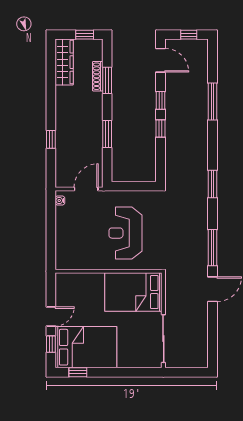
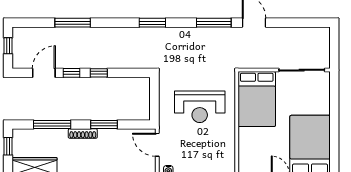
door: (161, 60) -> (44, 73), moved
shoe rack: (98, 76) -> (83, 134), moved
window: (107, 80) -> (52, 124), width x1.44
window: (78, 372) -> (334, 153), removed

